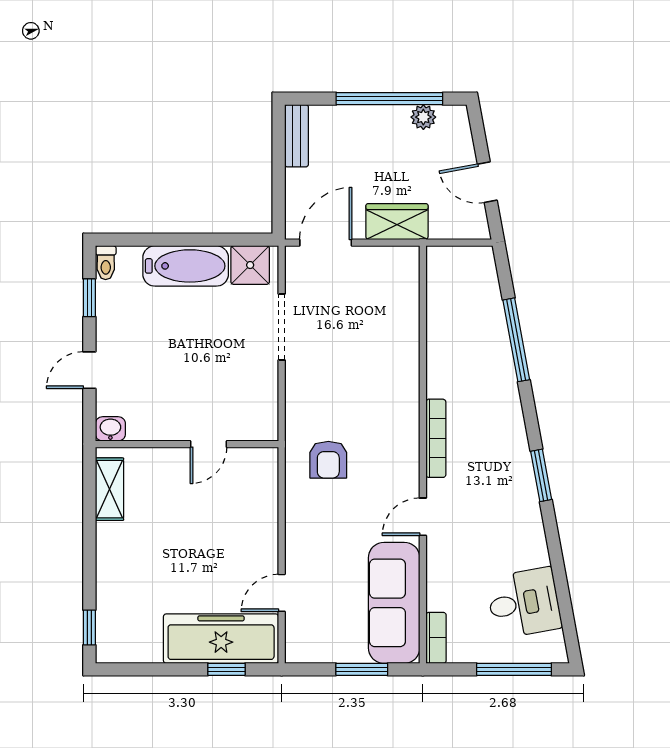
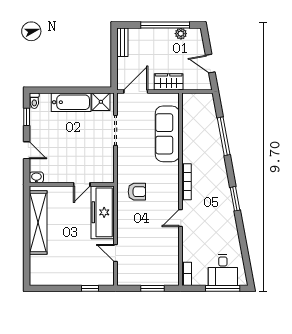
door: (89, 370) -> (27, 150), swing flipped
armchair: (328, 460) -> (137, 192), turned -90
shelving: (109, 489) -> (38, 222), width x2.20, depth x1.33
door: (282, 593) -> (115, 253), hinge flipped
sofa: (394, 603) -> (167, 134), moved
desk: (524, 603) -> (223, 270), moved, turned 100
window: (89, 627) -> (27, 269), removed
freezer: (221, 639) -> (103, 212), moved, turned -90

